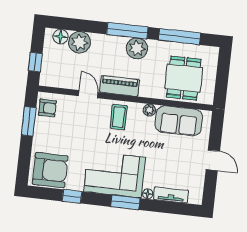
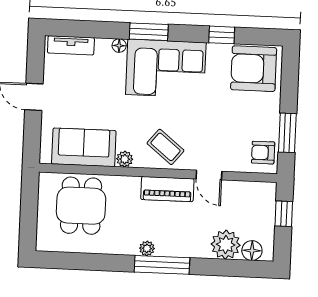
window: (180, 37) -> (90, 262), removed
plant: (137, 48) -> (147, 248), width x0.53, depth x0.53
coffee table: (119, 117) -> (165, 147), turned -51
tv unit: (171, 195) -> (71, 45), moved

